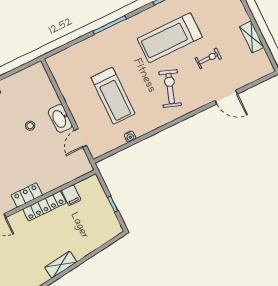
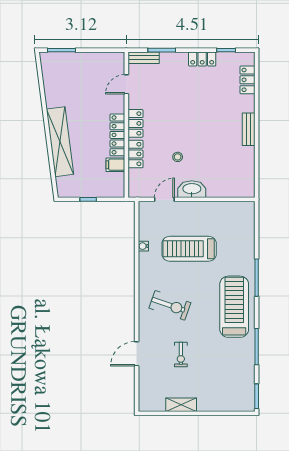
treadmill: (170, 38) -> (234, 307), moved
stool: (30, 126) -> (178, 157), moved
door: (81, 138) -> (164, 199), hinge flipped
locker: (53, 182) -> (135, 154), added
shelving: (61, 265) -> (60, 142), width x2.20, depth x1.33

